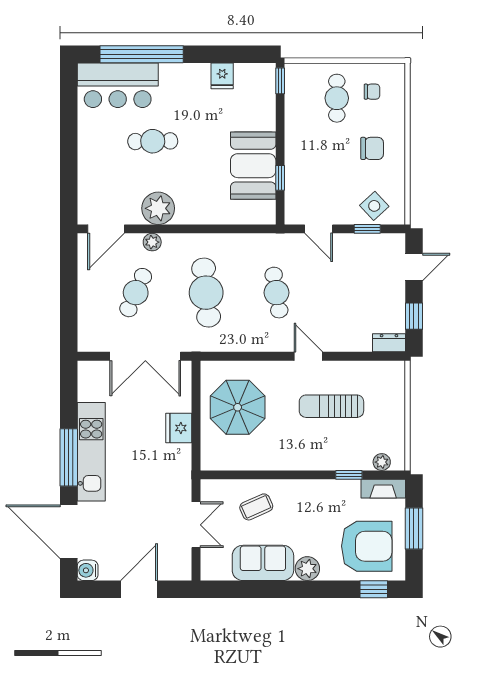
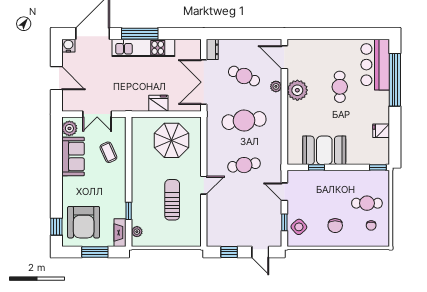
door: (319, 229) -> (284, 192), hinge flipped
dresser: (389, 343) -> (212, 49), moved
plant: (307, 569) -> (69, 128), moved

